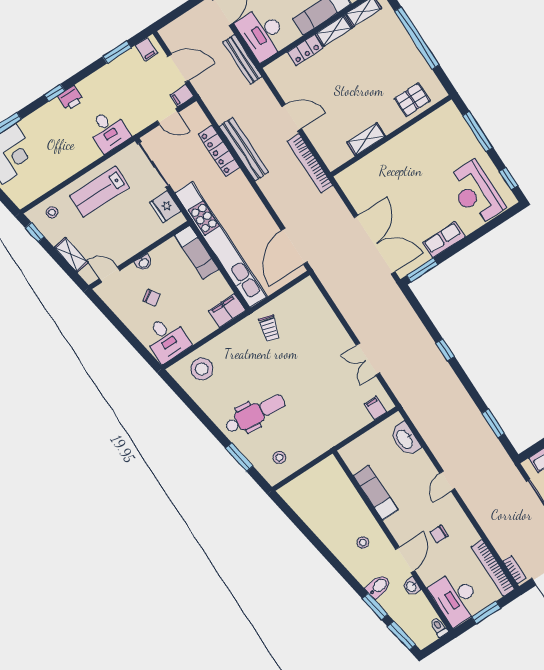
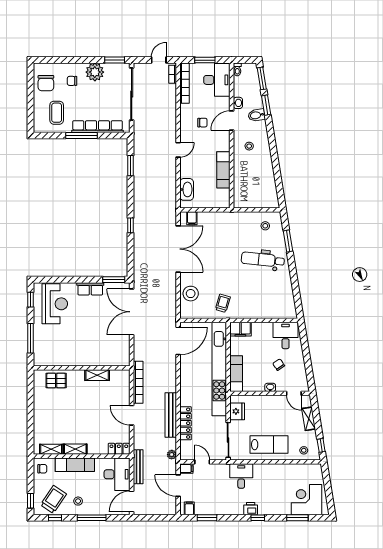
window: (417, 38) -> (31, 414), removed
locker: (305, 50) -> (119, 449), moved
plant: (211, 101) -> (172, 455), added
double door: (368, 359) -> (178, 249), width x1.87
stool: (202, 369) -> (191, 294), moved

